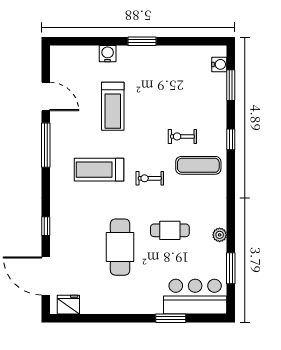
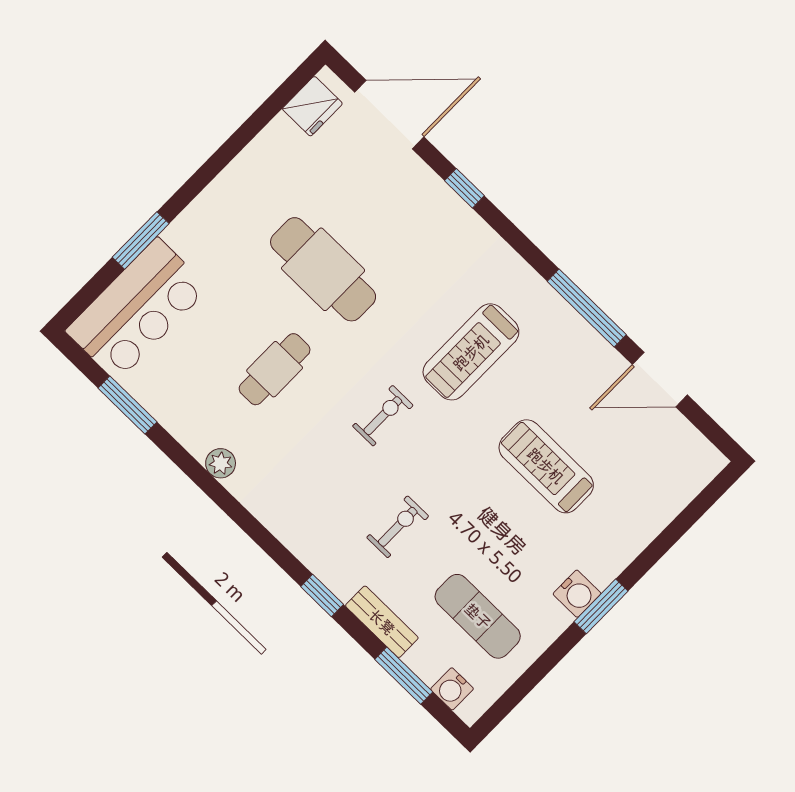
water cooler: (108, 54) -> (577, 594), moved
bench: (220, 110) -> (382, 622), added
exercise mat: (198, 165) -> (478, 616), moved, turned 90
treadmill: (99, 170) -> (471, 352), turned 180
plant: (220, 235) -> (221, 463), moved

